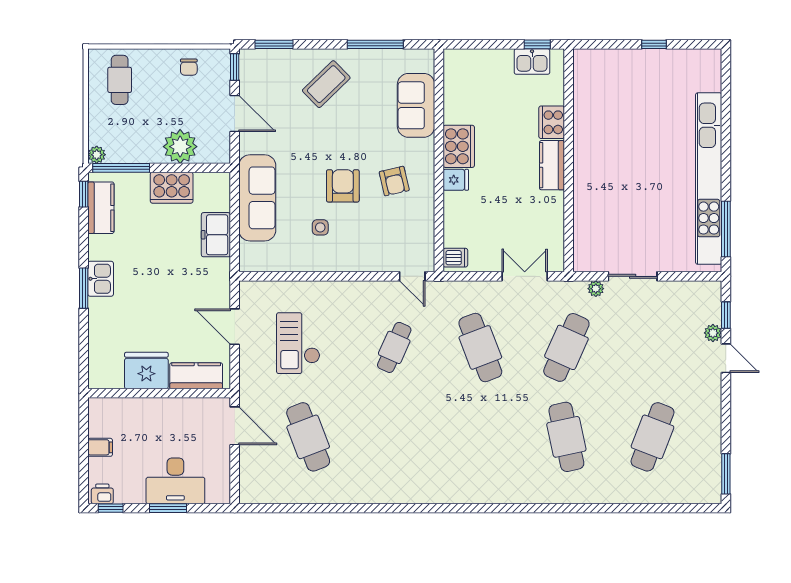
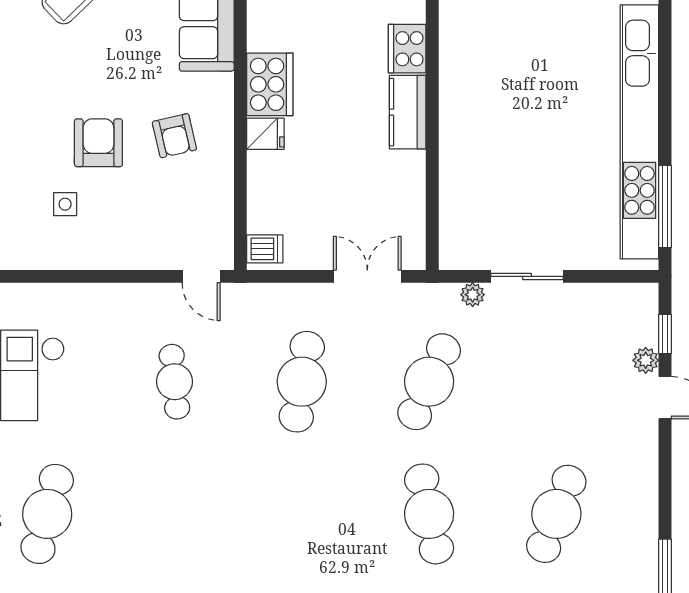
cafe table: (394, 347) -> (174, 382), turned -30
cafe table: (480, 347) -> (302, 382), turned 30
cafe table: (308, 437) -> (47, 514), turned 36

